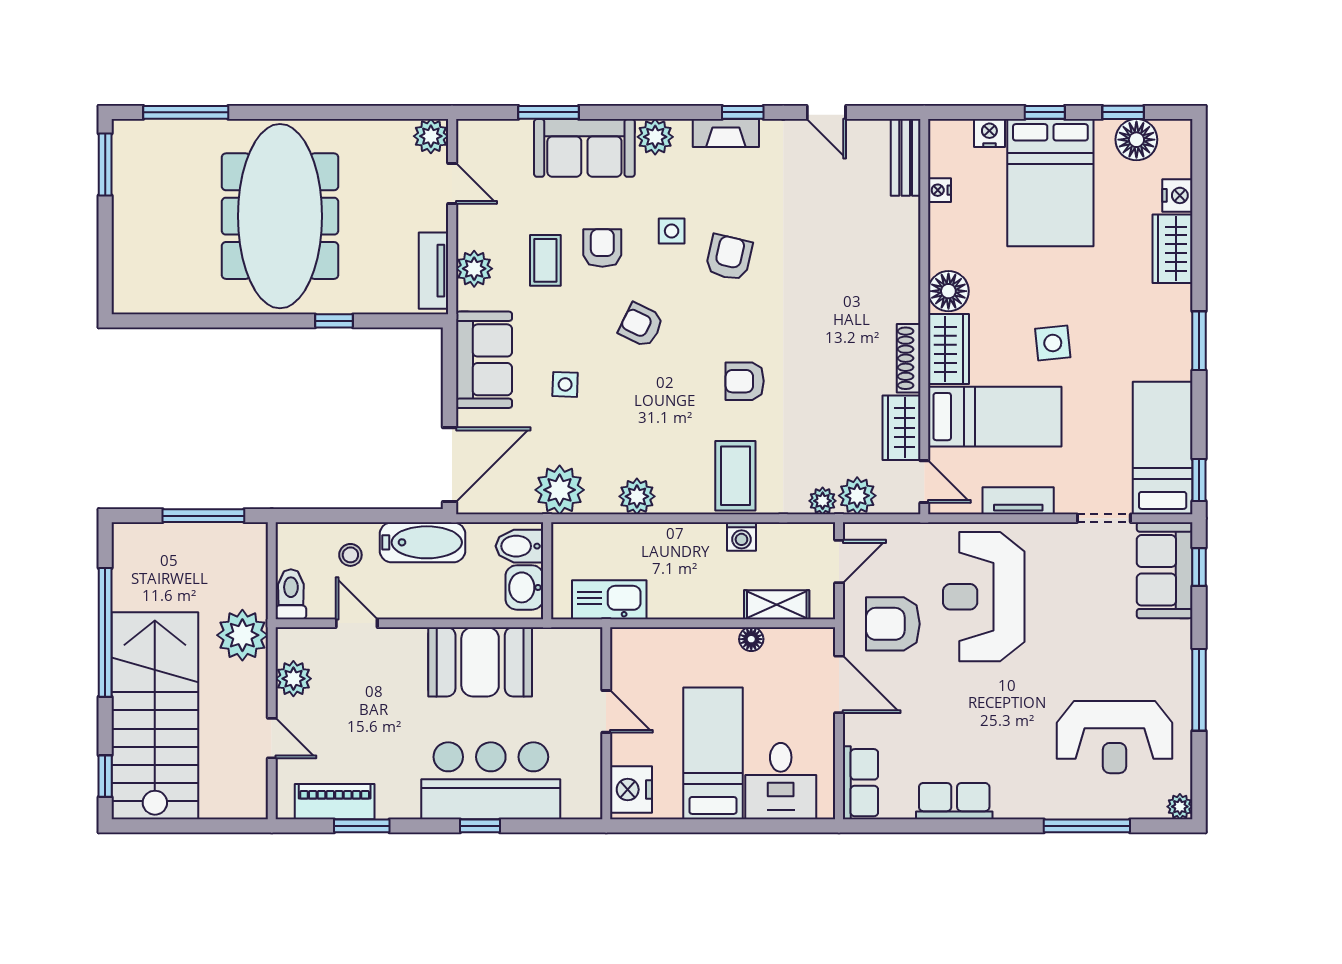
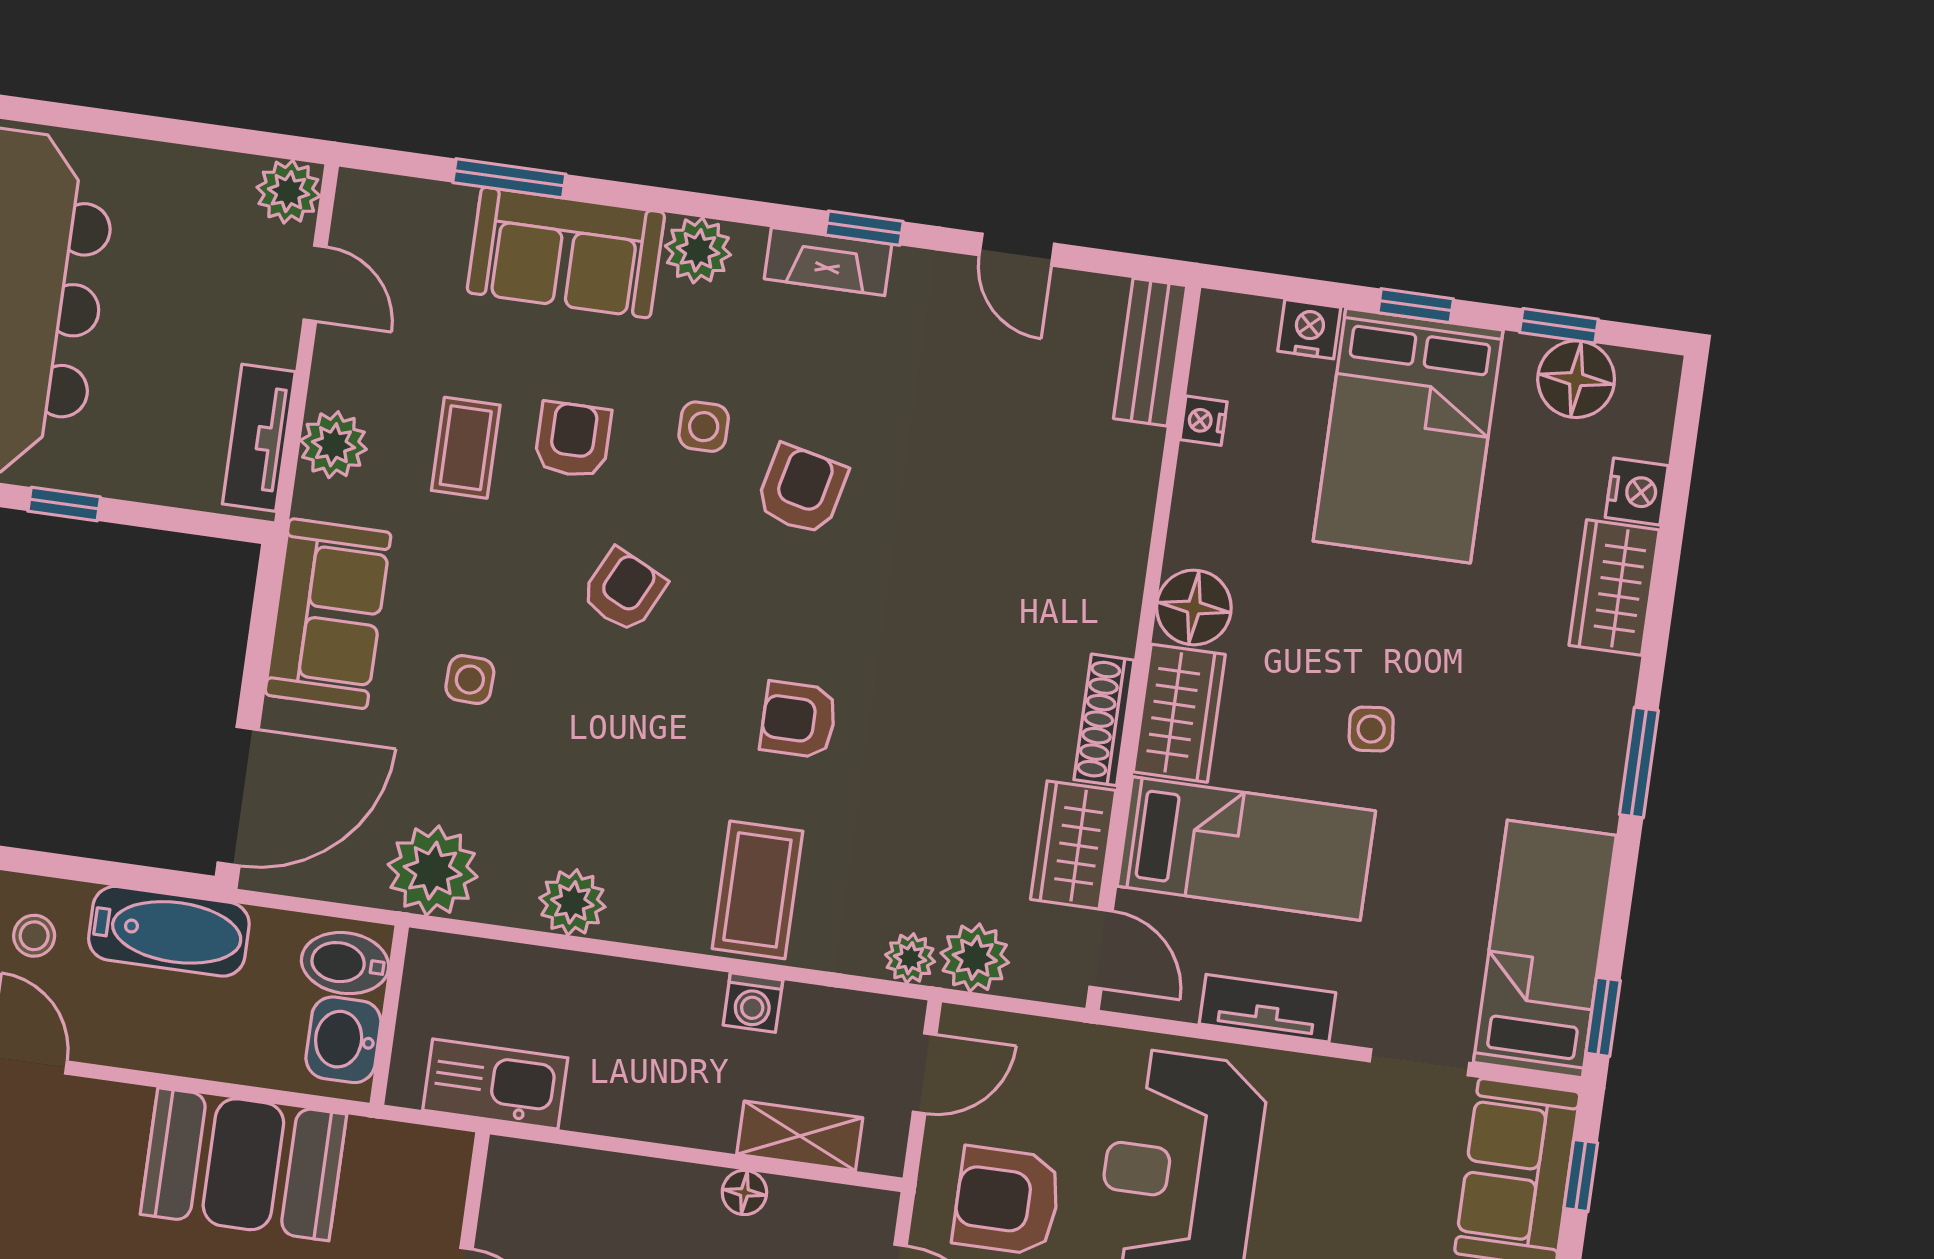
armchair: (641, 325) -> (624, 590), turned 90
side table: (1053, 343) -> (1371, 729), width x0.73, depth x0.73

